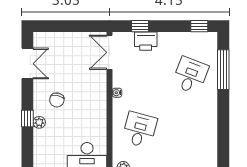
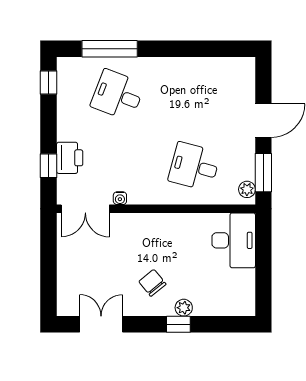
water cooler: (117, 93) -> (120, 198), moved
chair: (57, 100) -> (152, 283), turned -143

